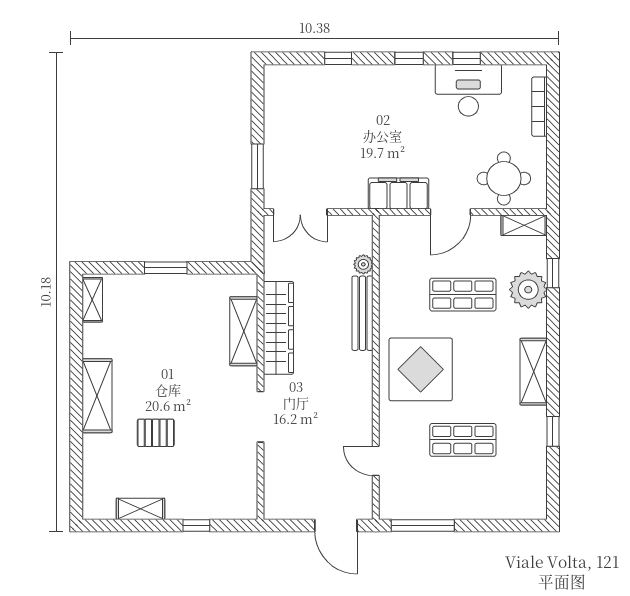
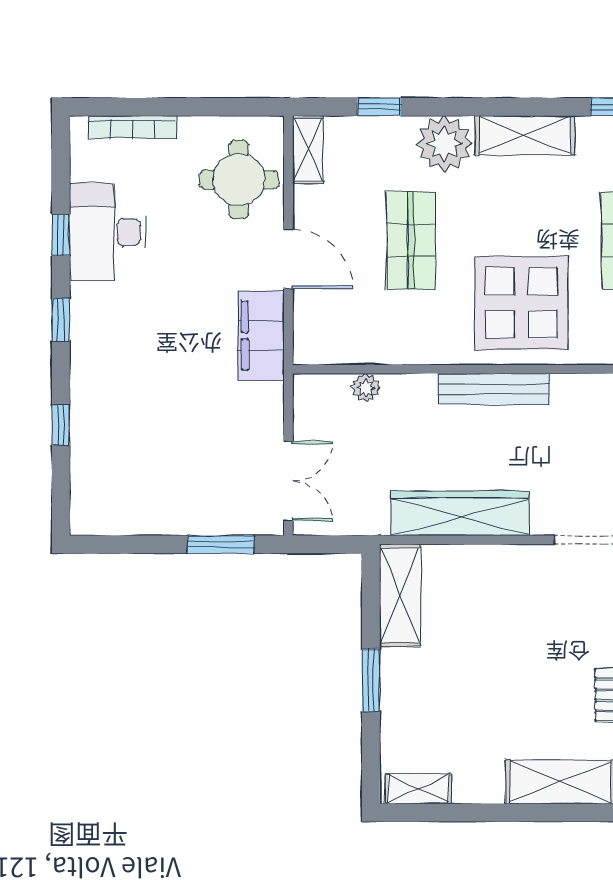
plant: (528, 290) -> (444, 143), moved
bench: (363, 313) -> (494, 389), moved
shelving: (244, 331) -> (400, 595), moved, turned 90

